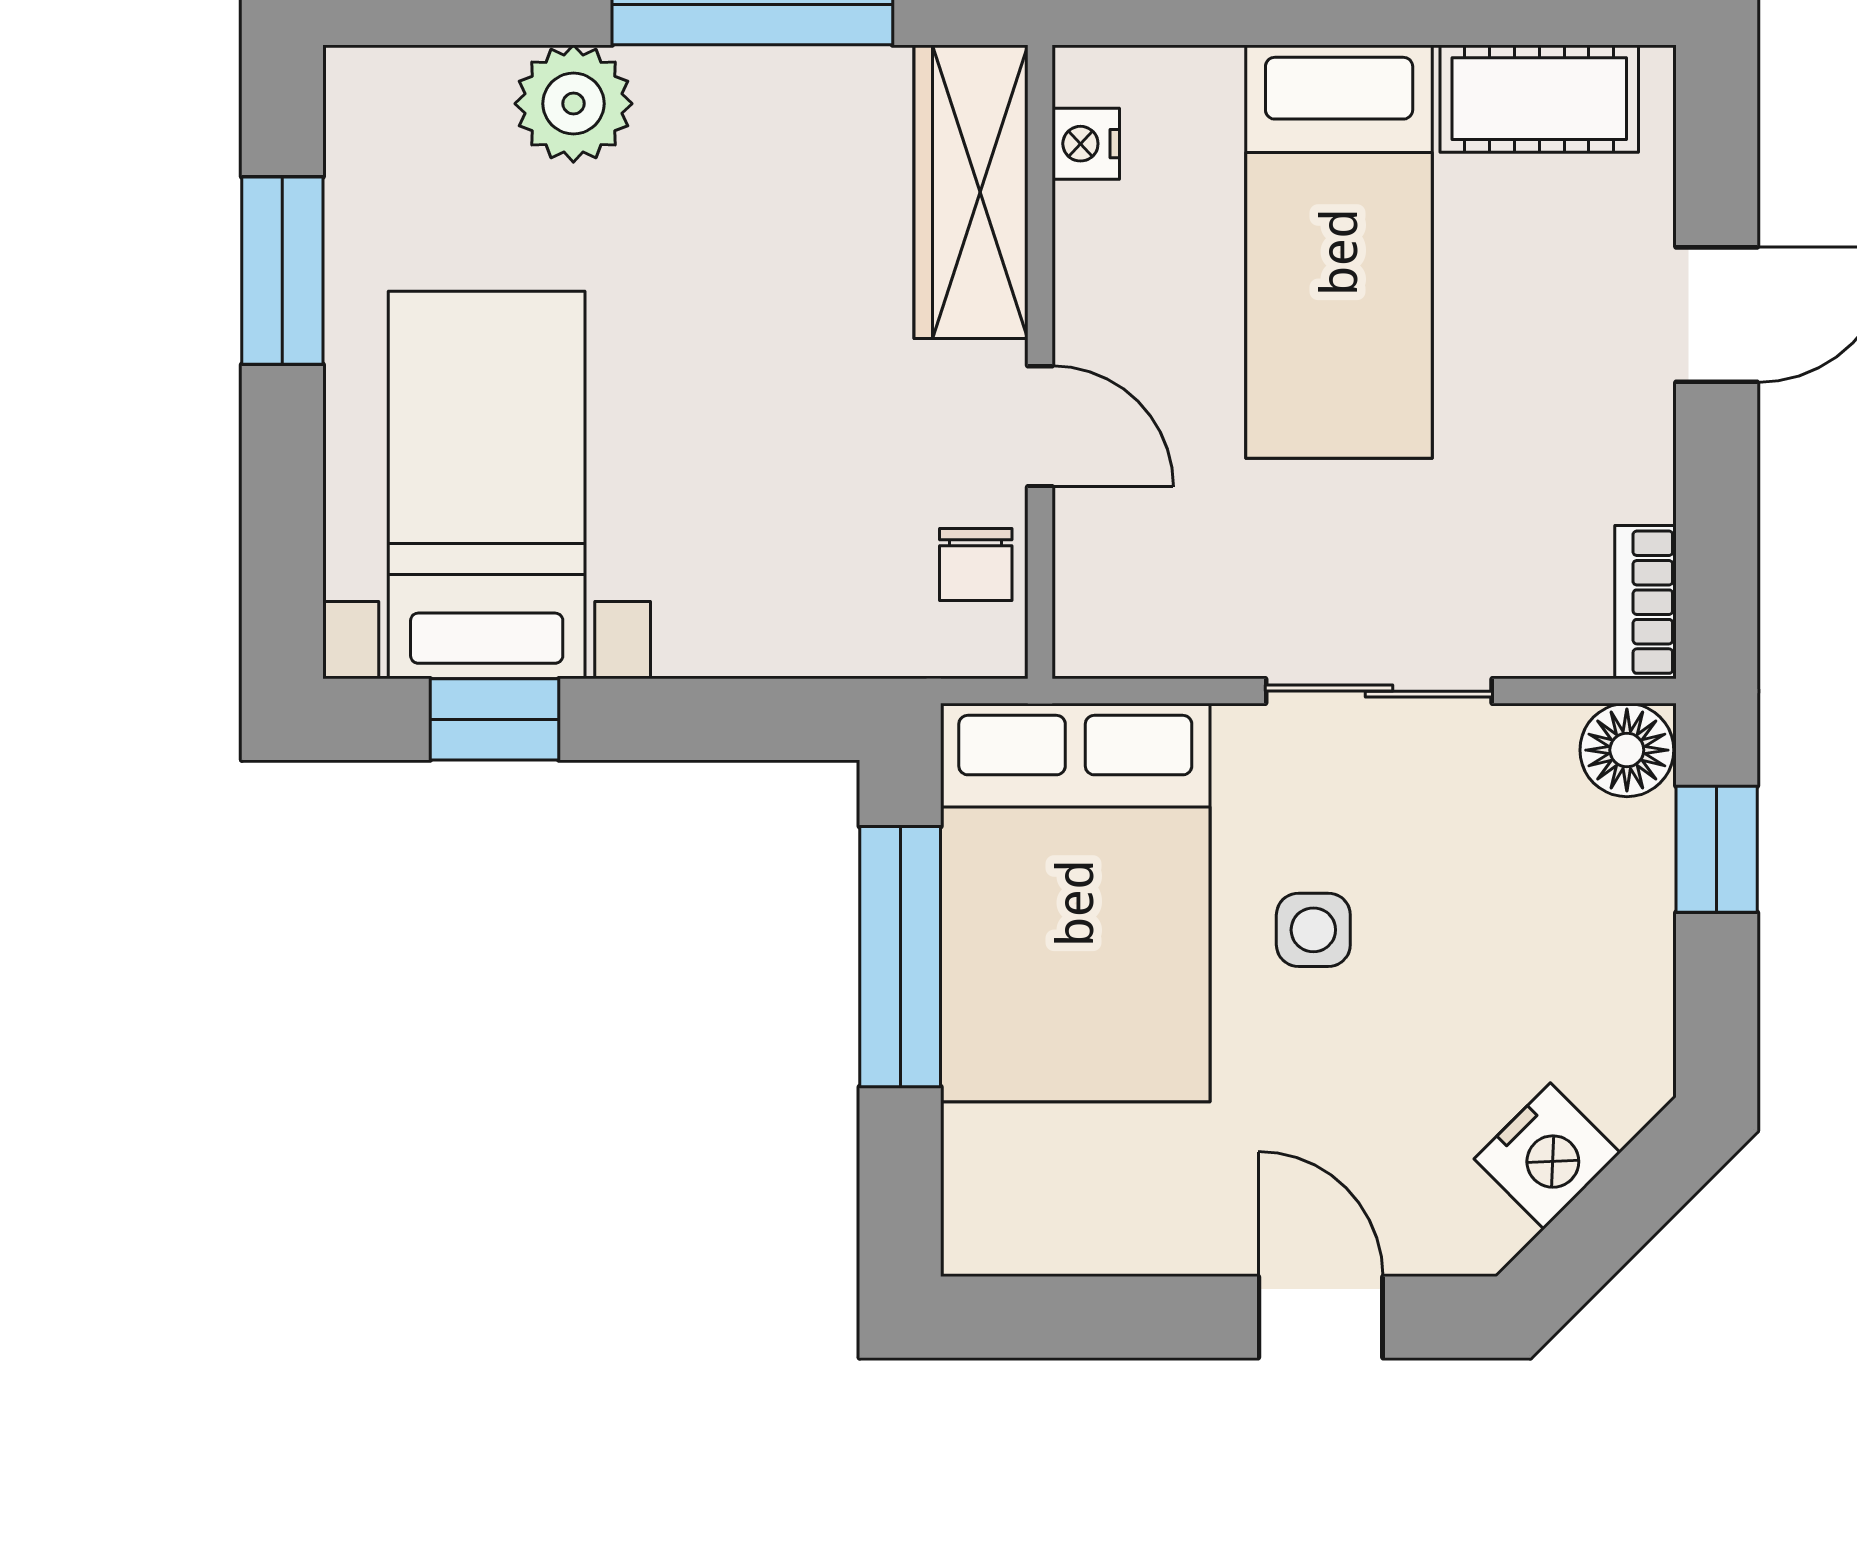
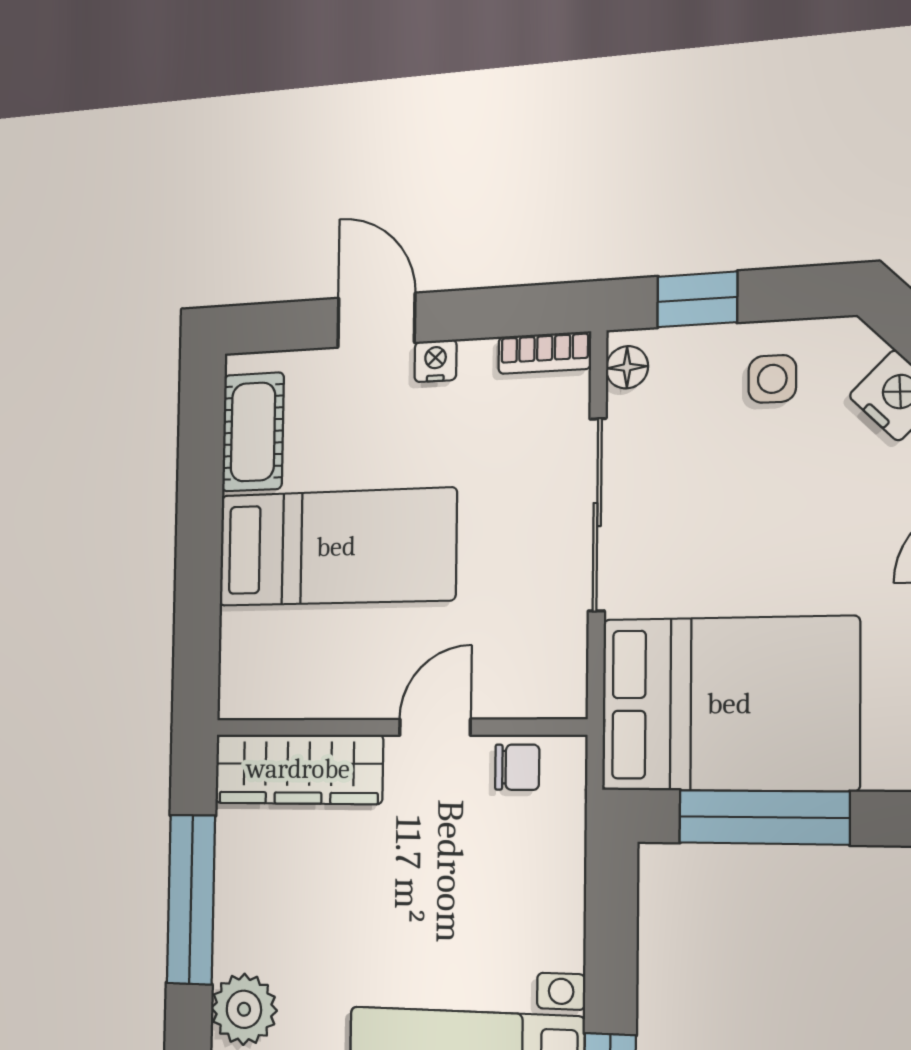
nightstand: (1086, 144) -> (435, 361), moved, turned 180
sliding door: (1379, 691) -> (597, 515), width x1.37
floor lamp: (1627, 750) -> (627, 367), width x0.73, depth x0.73
side table: (1313, 930) -> (772, 379), moved

